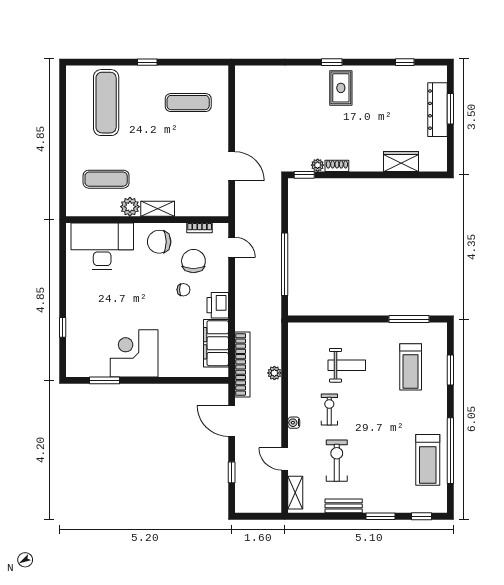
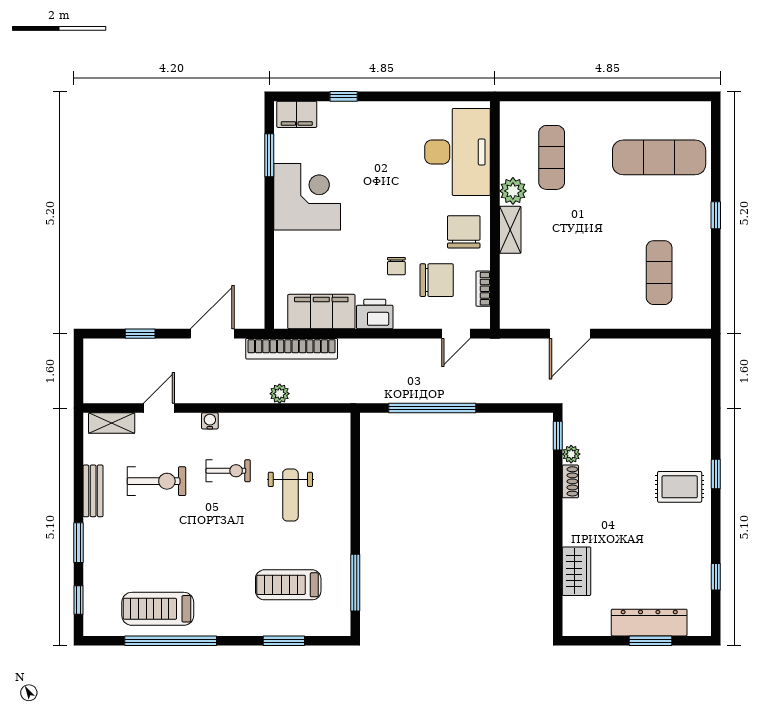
filing cabinet: (75, 361) -> (297, 114), added

